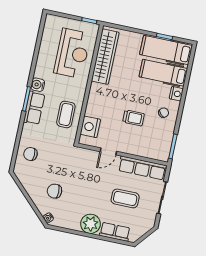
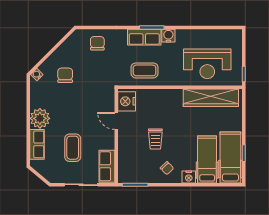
nightstand: (90, 127) -> (127, 101), moved, turned -90
row of seats: (142, 168) -> (107, 166), width x0.68

